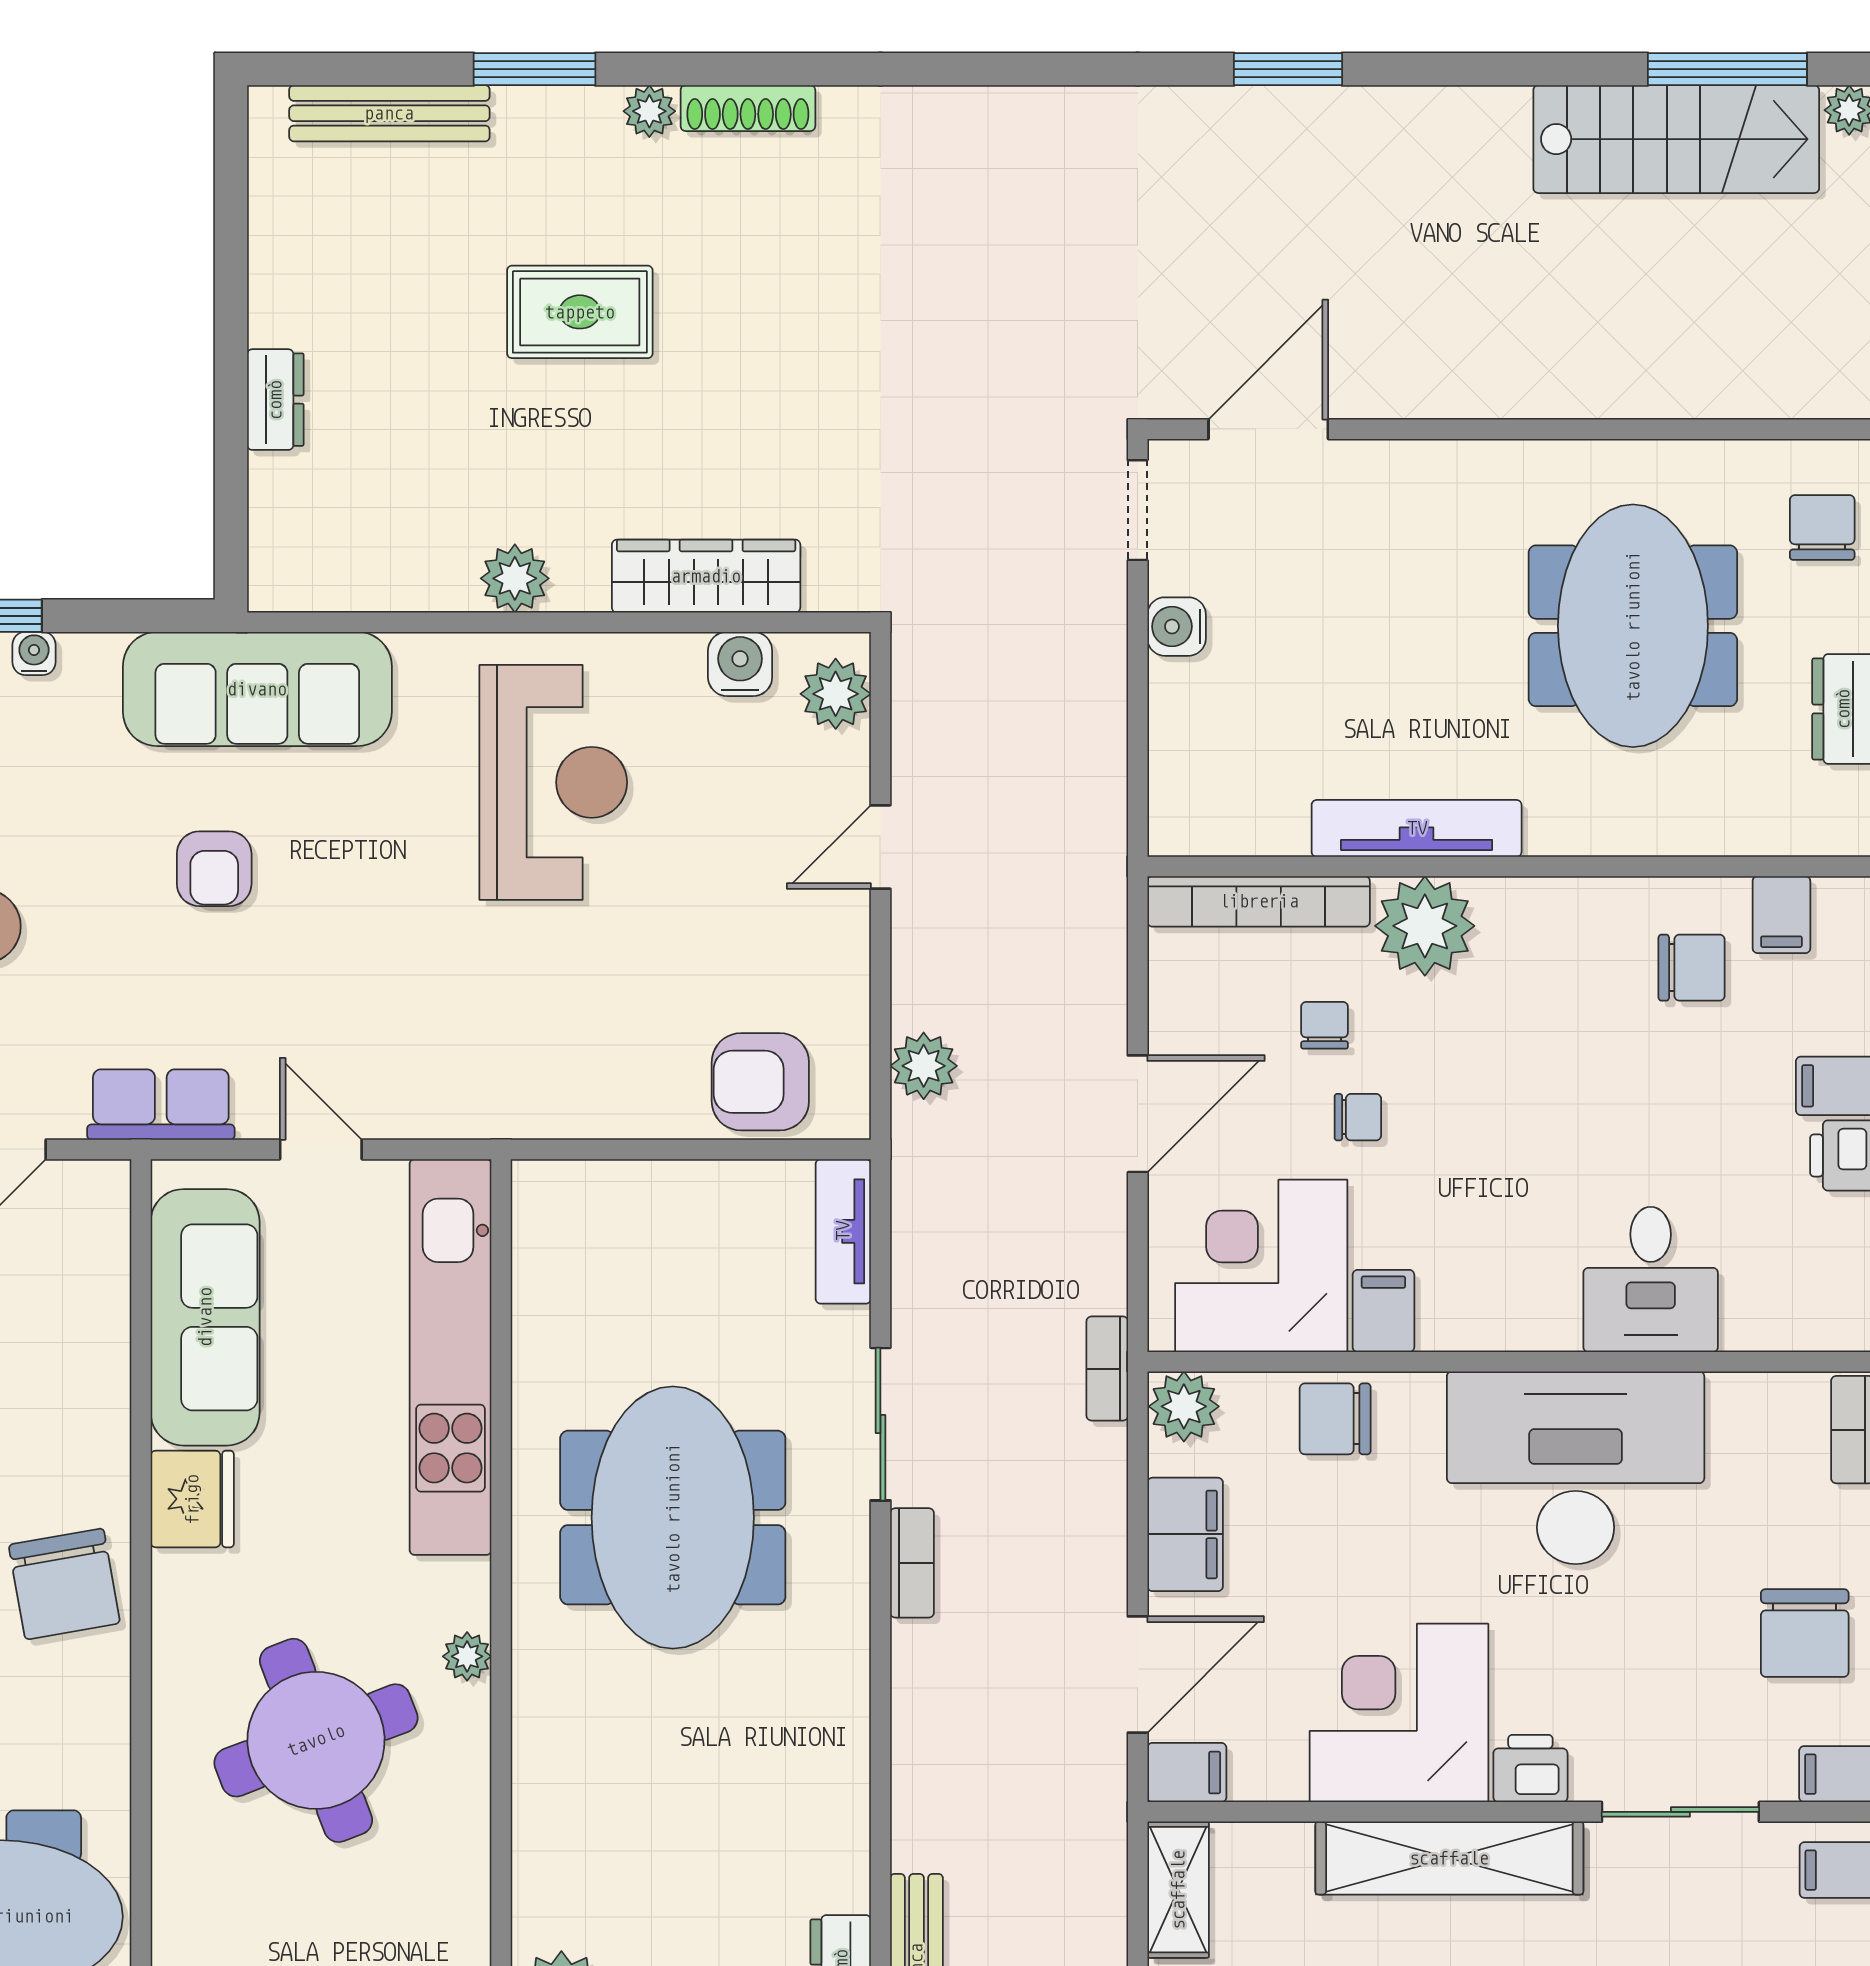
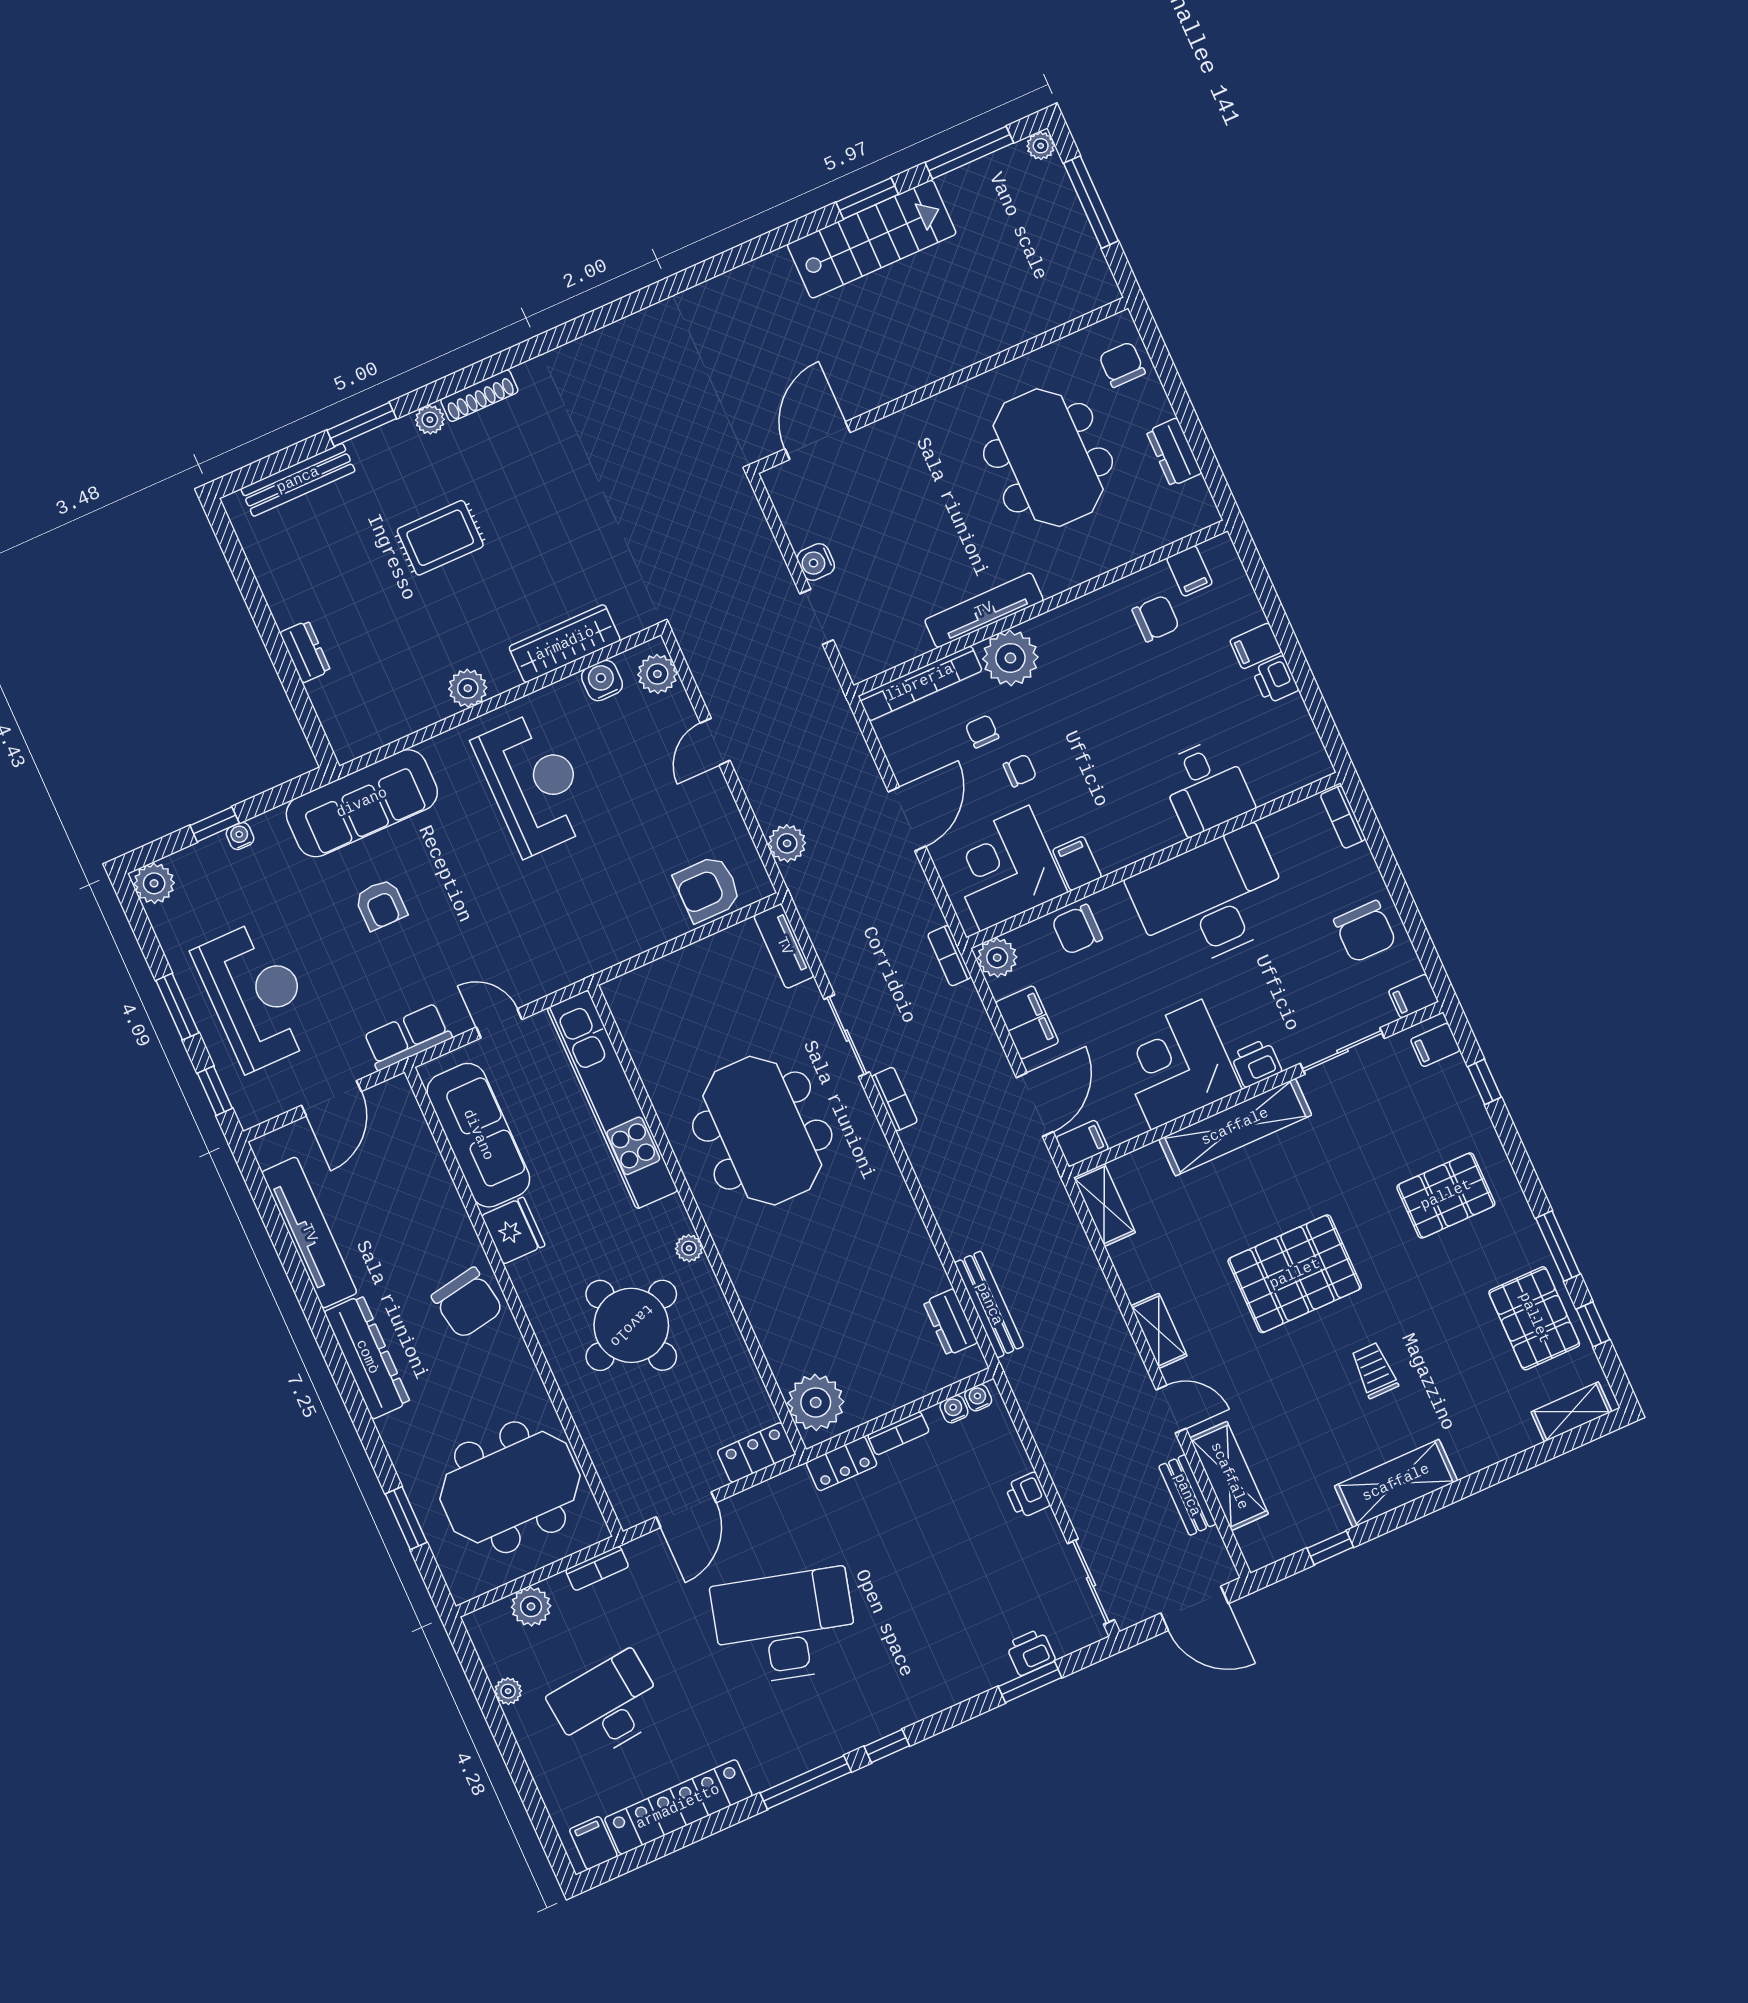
window: (1288, 69) -> (867, 198), moved
stairs: (1676, 139) -> (872, 239), moved
doorway: (1138, 510) -> (817, 617), moved

